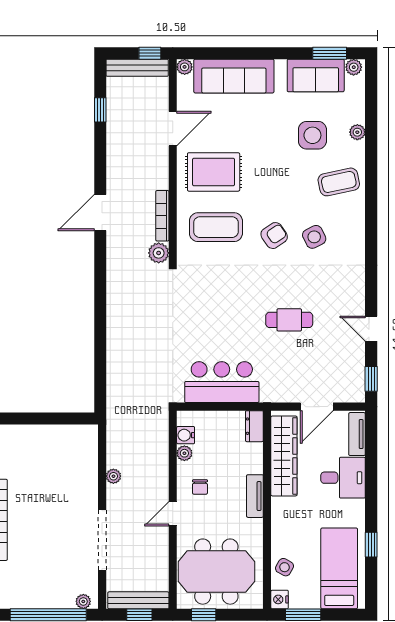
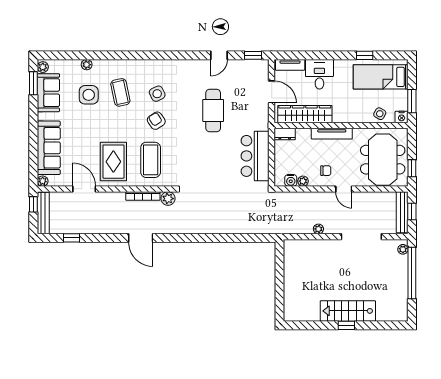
coffee table: (339, 182) -> (120, 92), moved
cafe table: (289, 320) -> (213, 111), width x1.37, depth x1.35
tv unit: (255, 496) -> (332, 134), width x1.41

